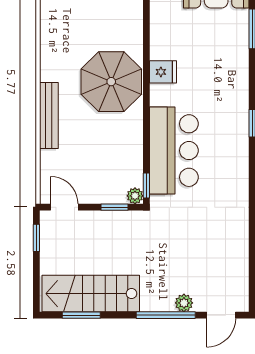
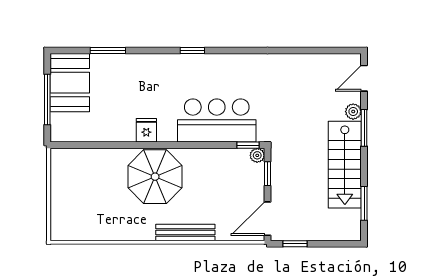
door: (64, 207) -> (267, 219), width x1.38
stairs: (91, 294) -> (345, 165), moved
window: (166, 315) -> (364, 128), width x0.69
door: (221, 315) -> (364, 78), swing flipped

